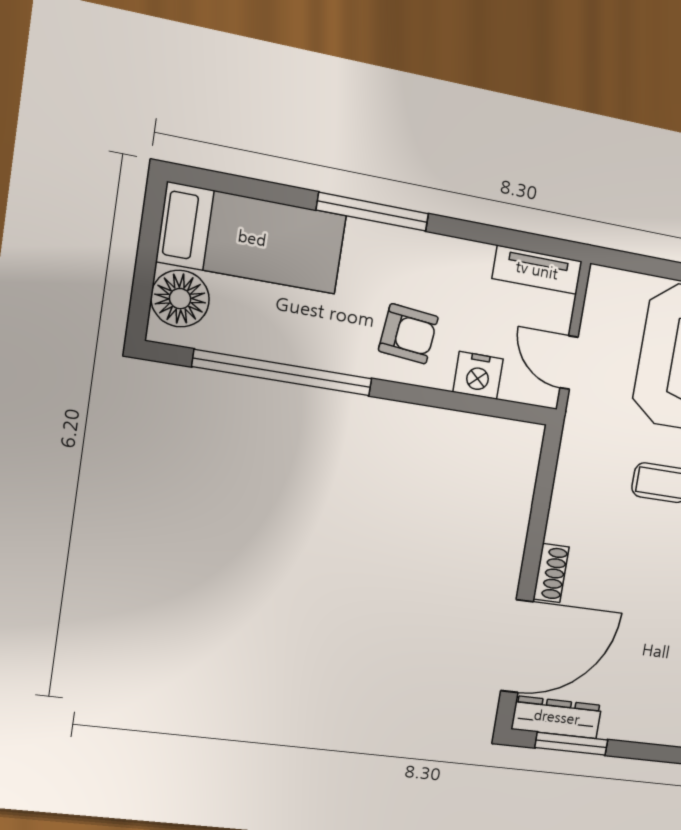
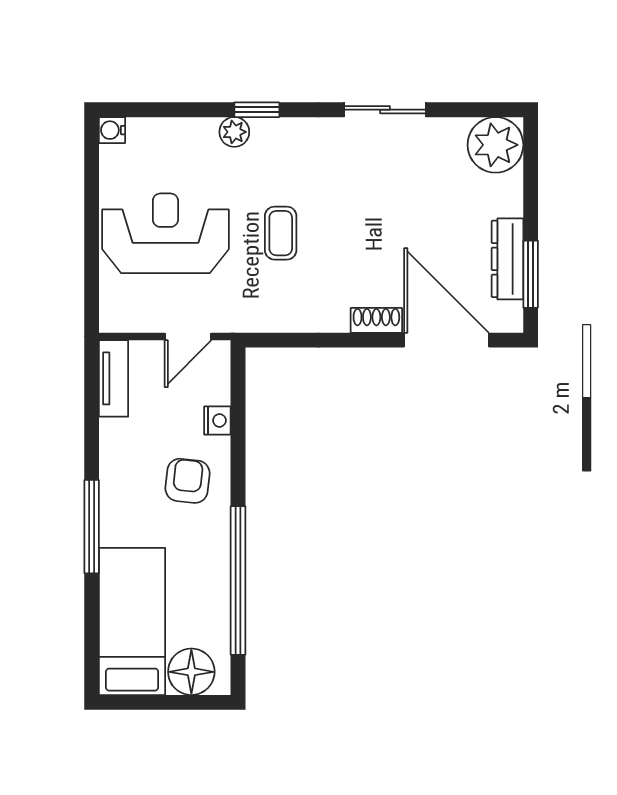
nightstand: (478, 375) -> (217, 420), width x0.72, depth x0.74
dresser: (557, 717) -> (507, 259), moved

